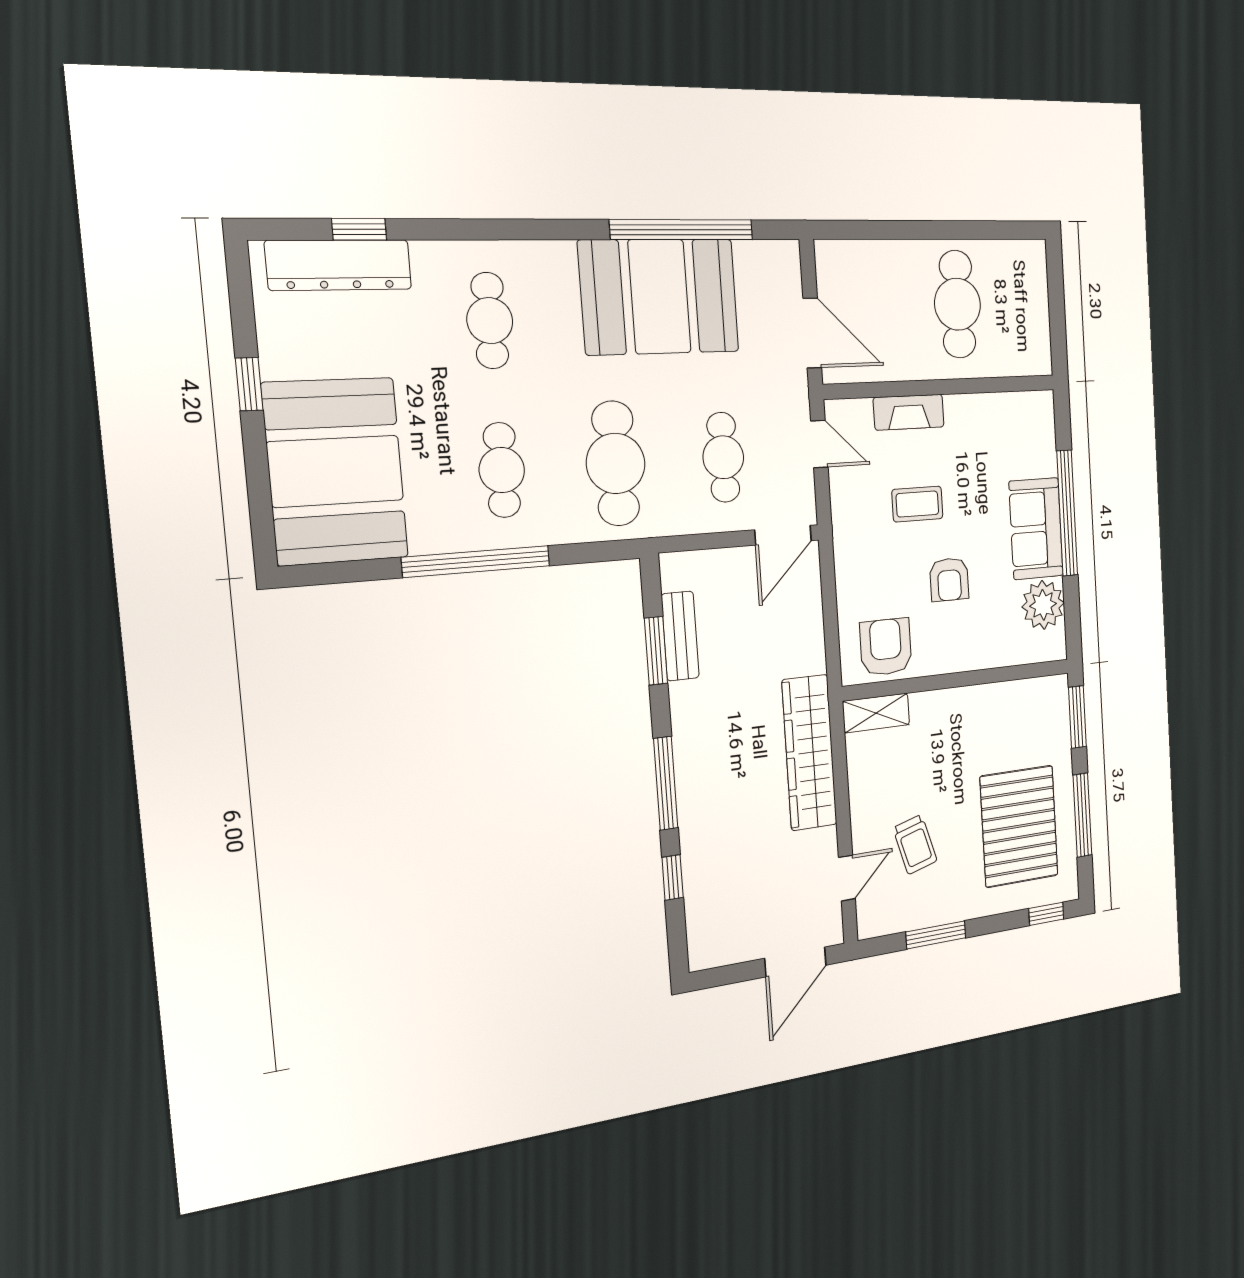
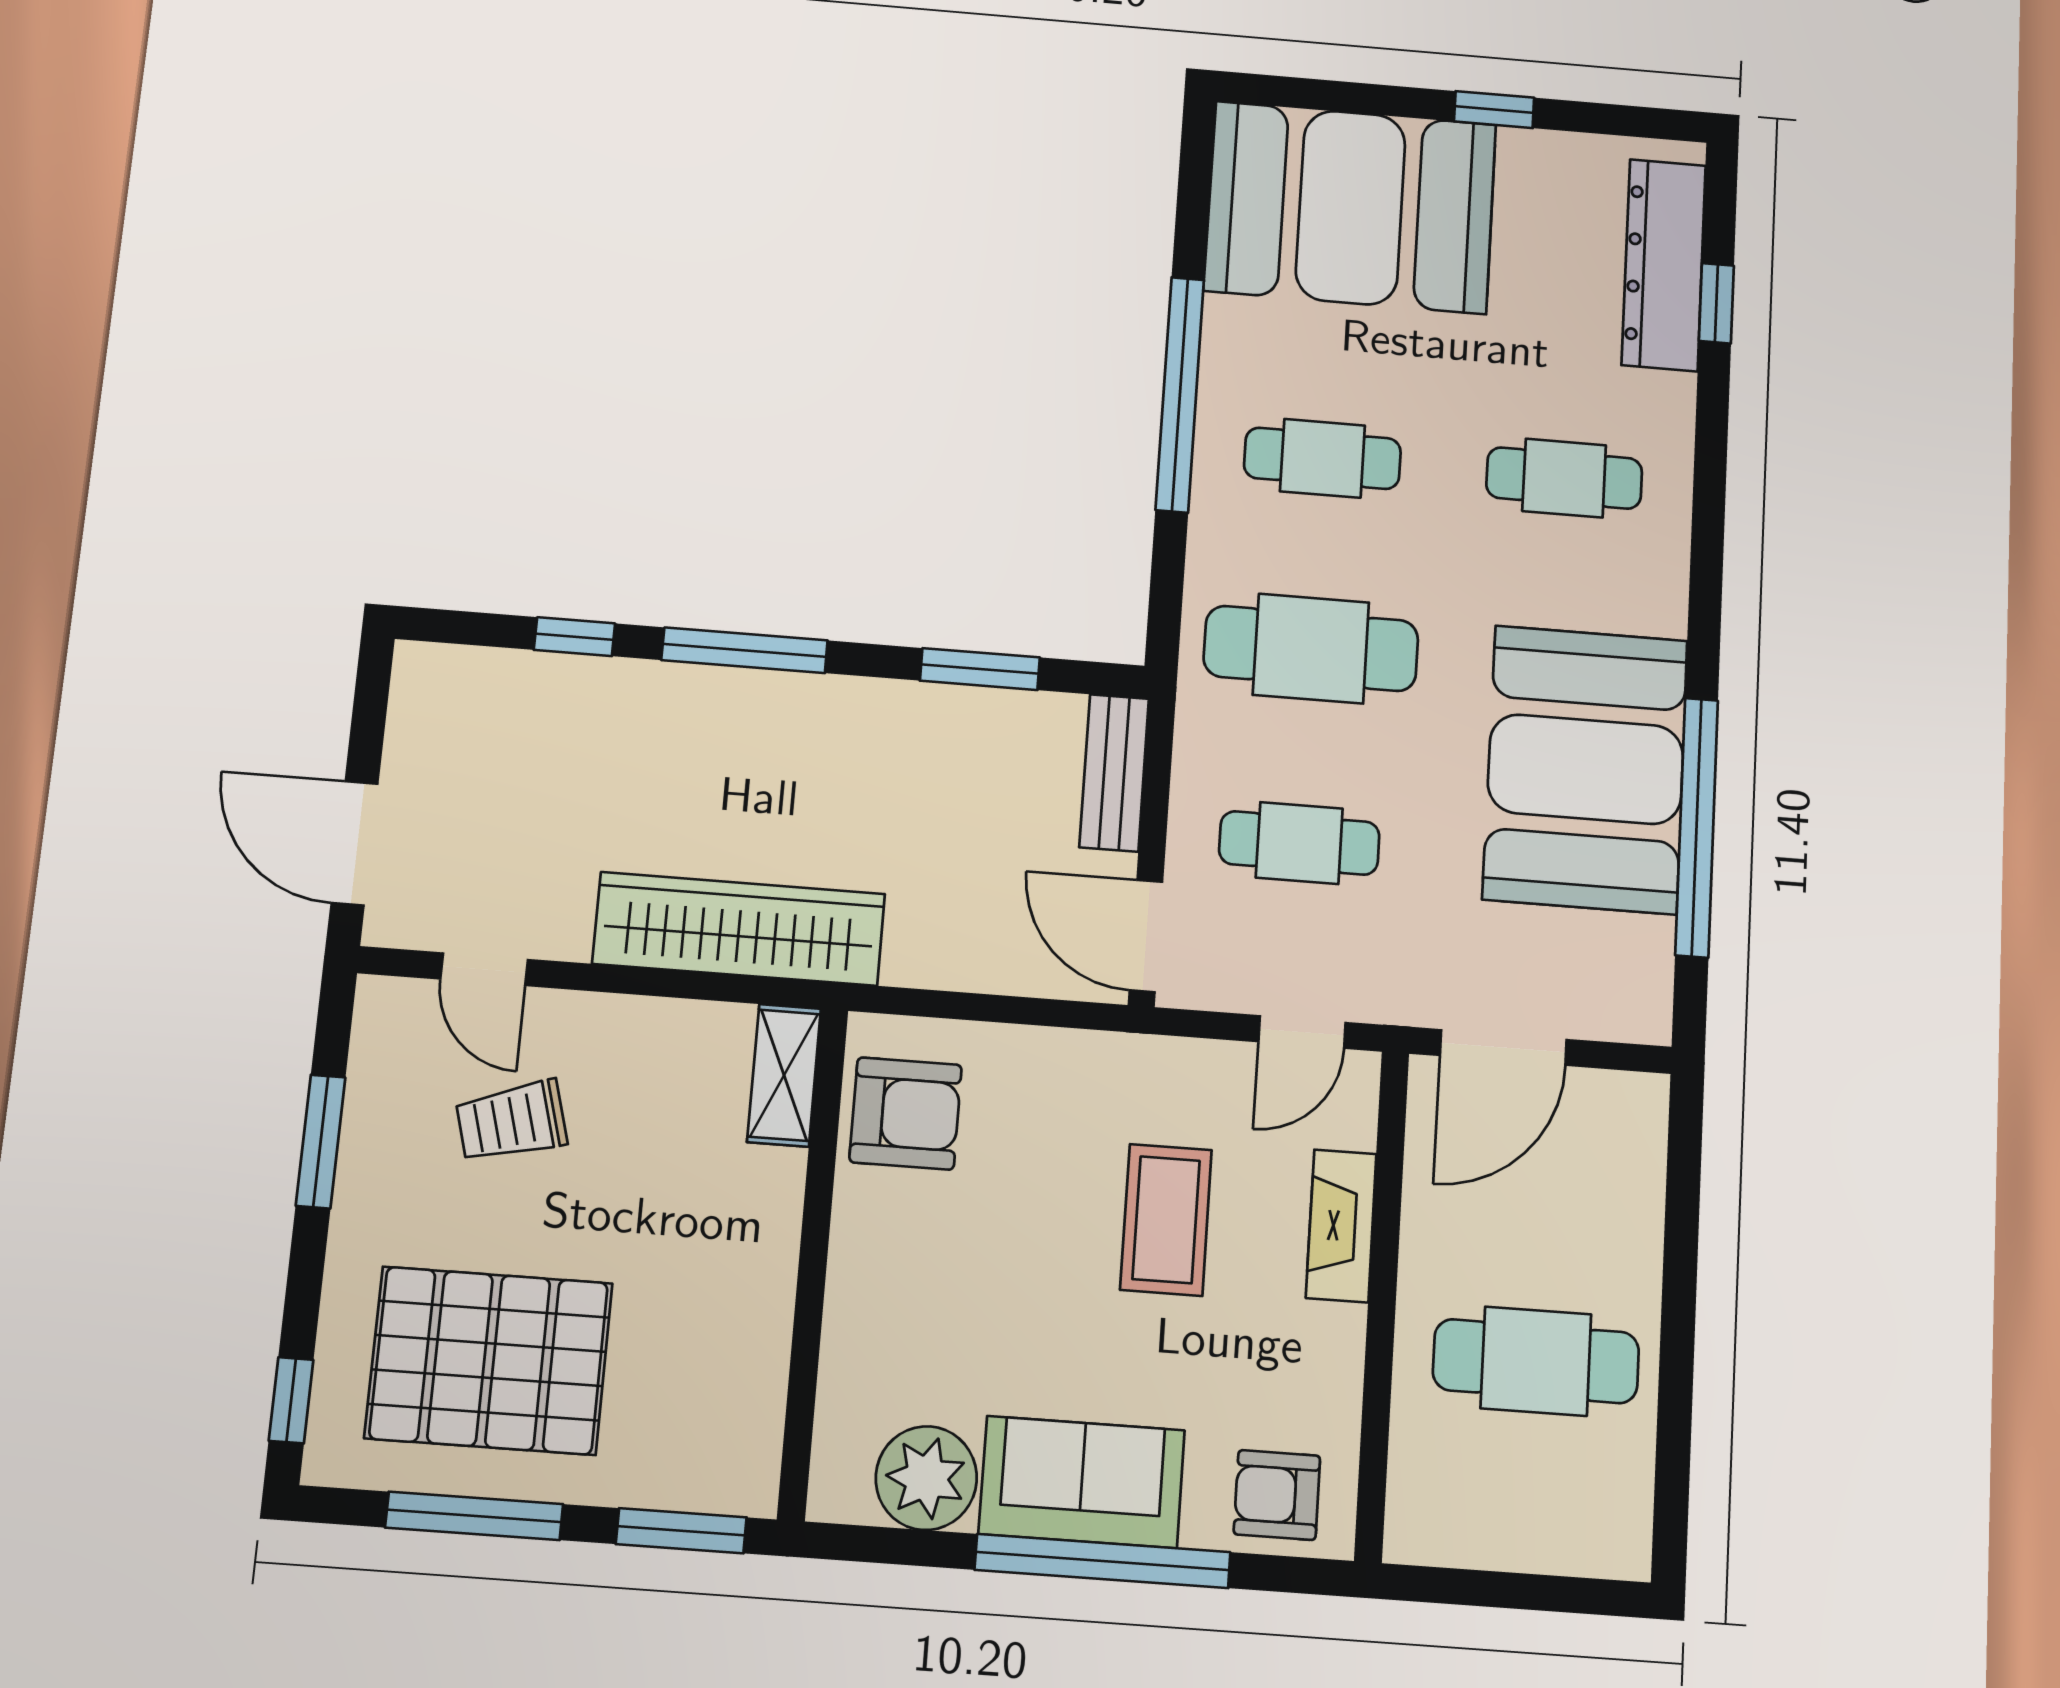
coffee table: (917, 504) -> (1166, 1220), width x1.36, depth x1.30
armchair: (949, 580) -> (1277, 1495), moved
bench: (680, 636) -> (1114, 773), moved, turned 90

